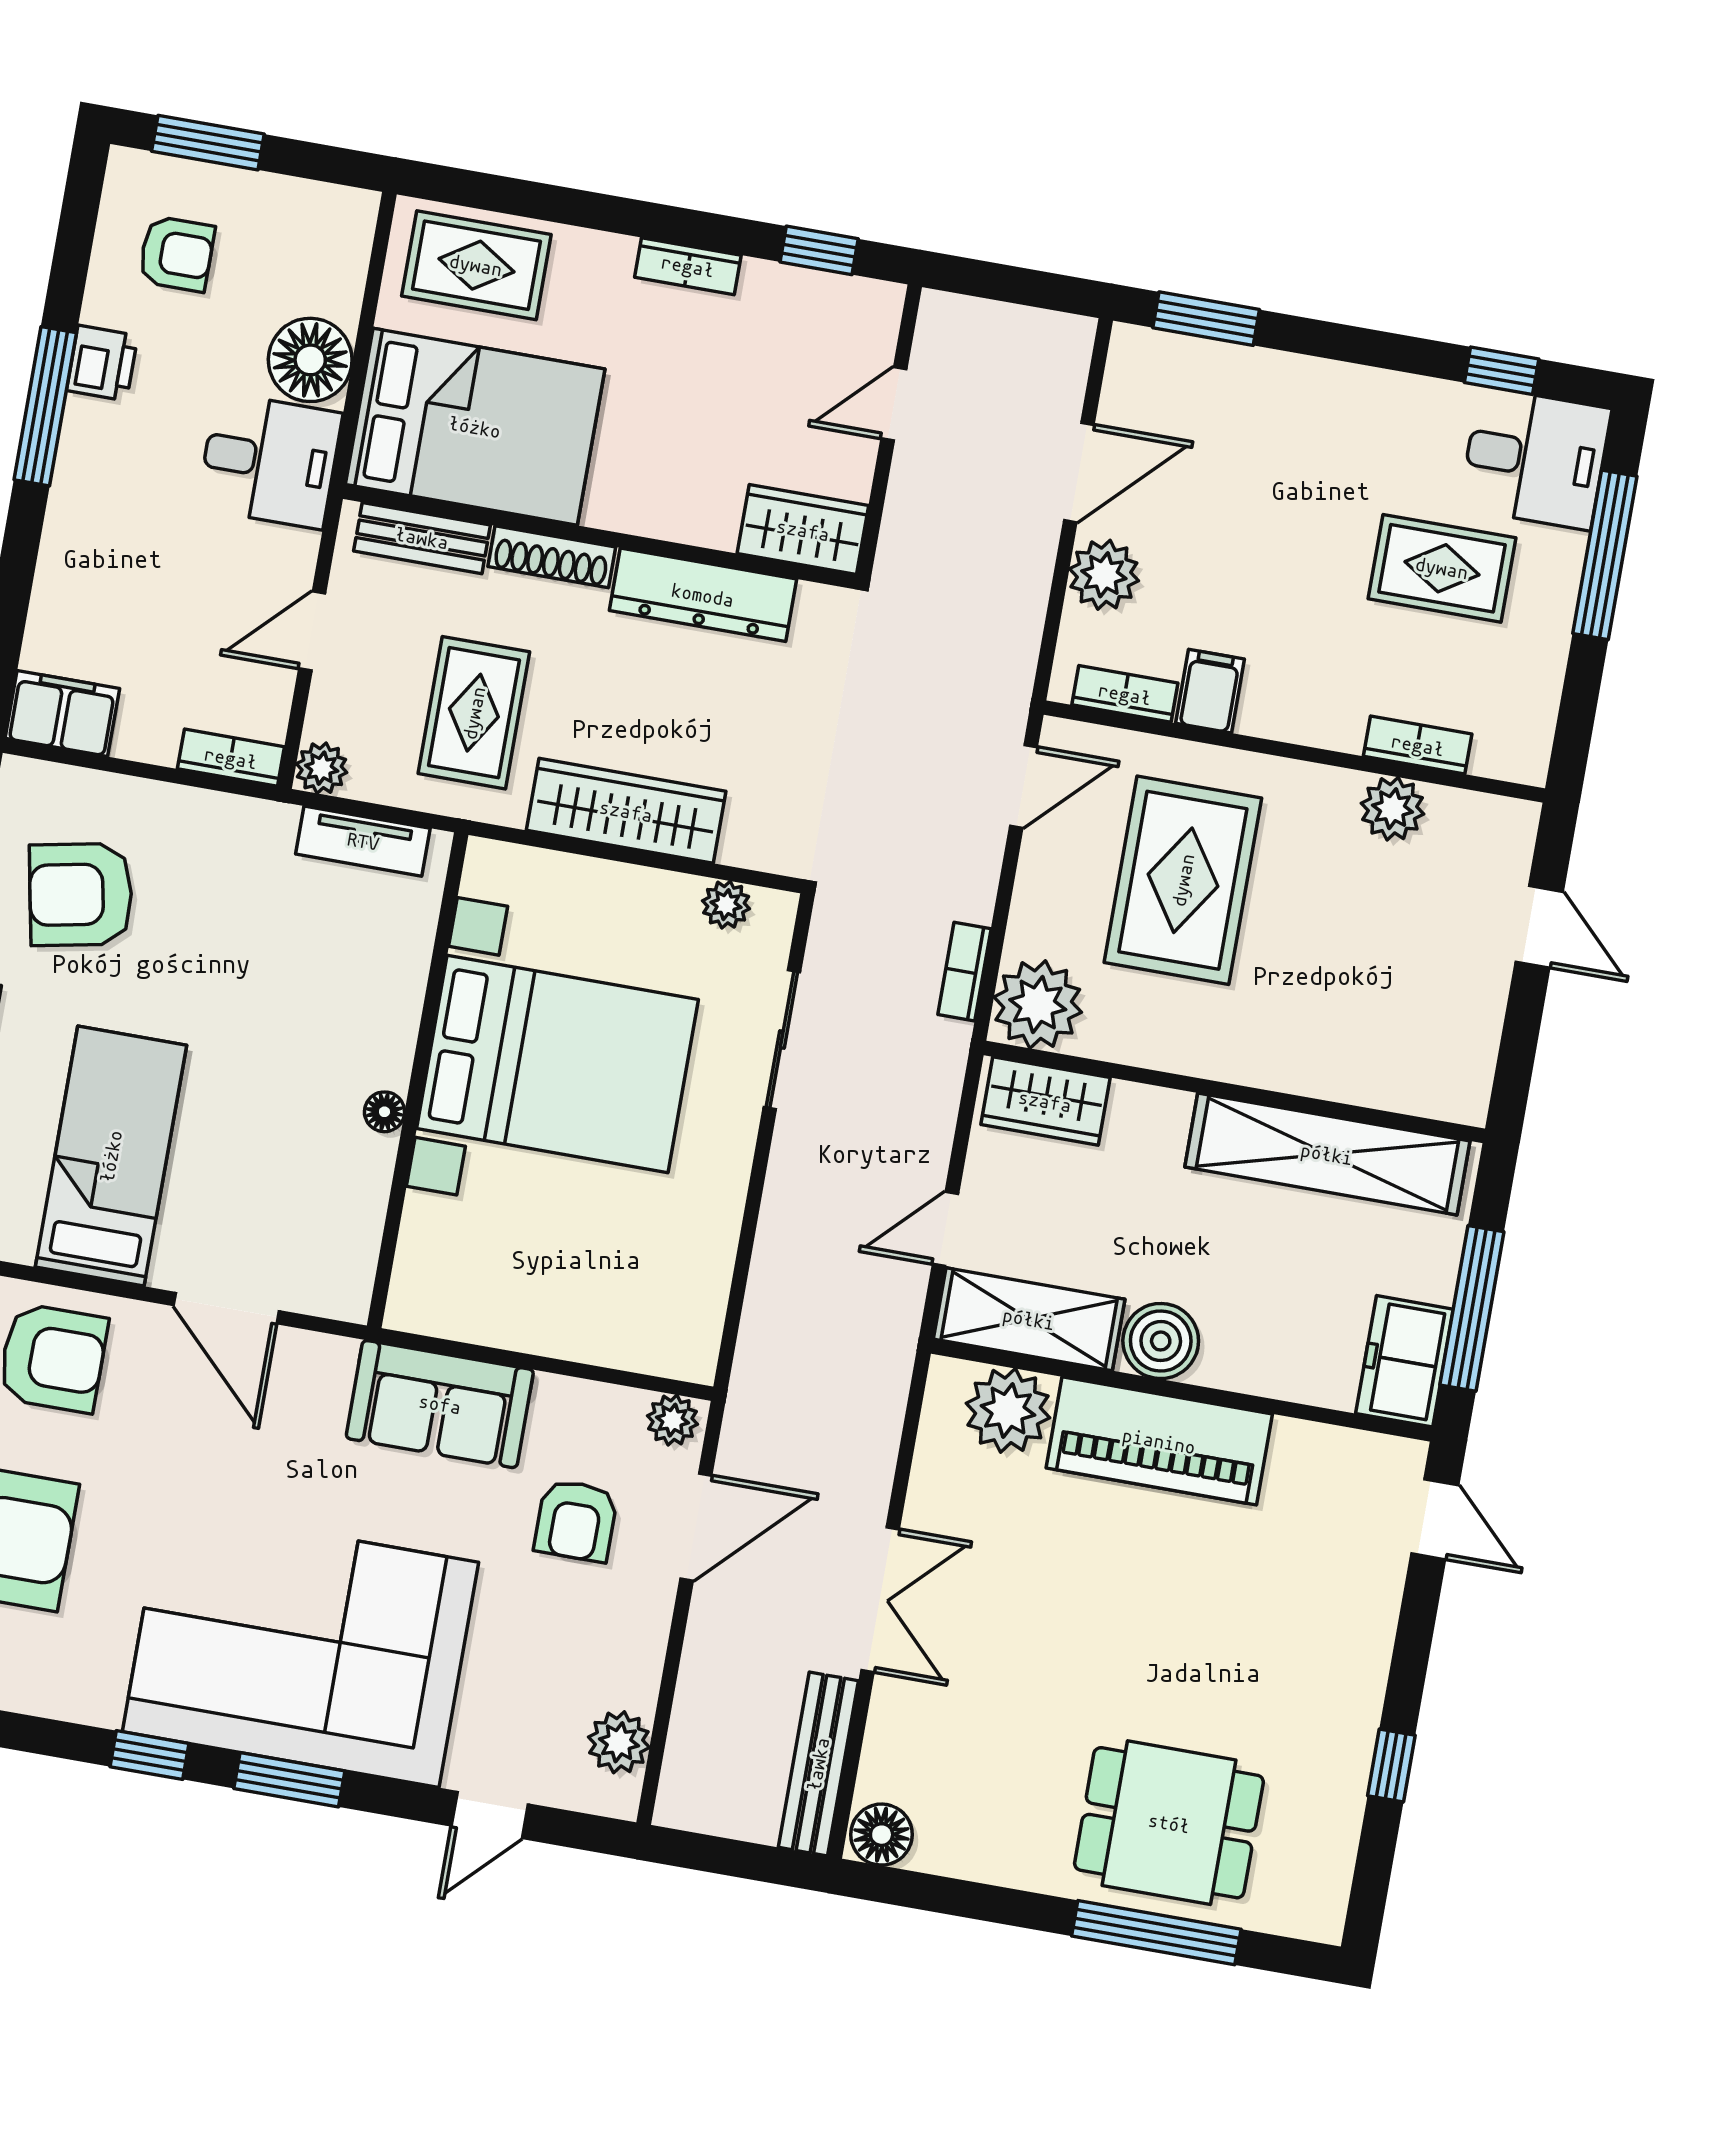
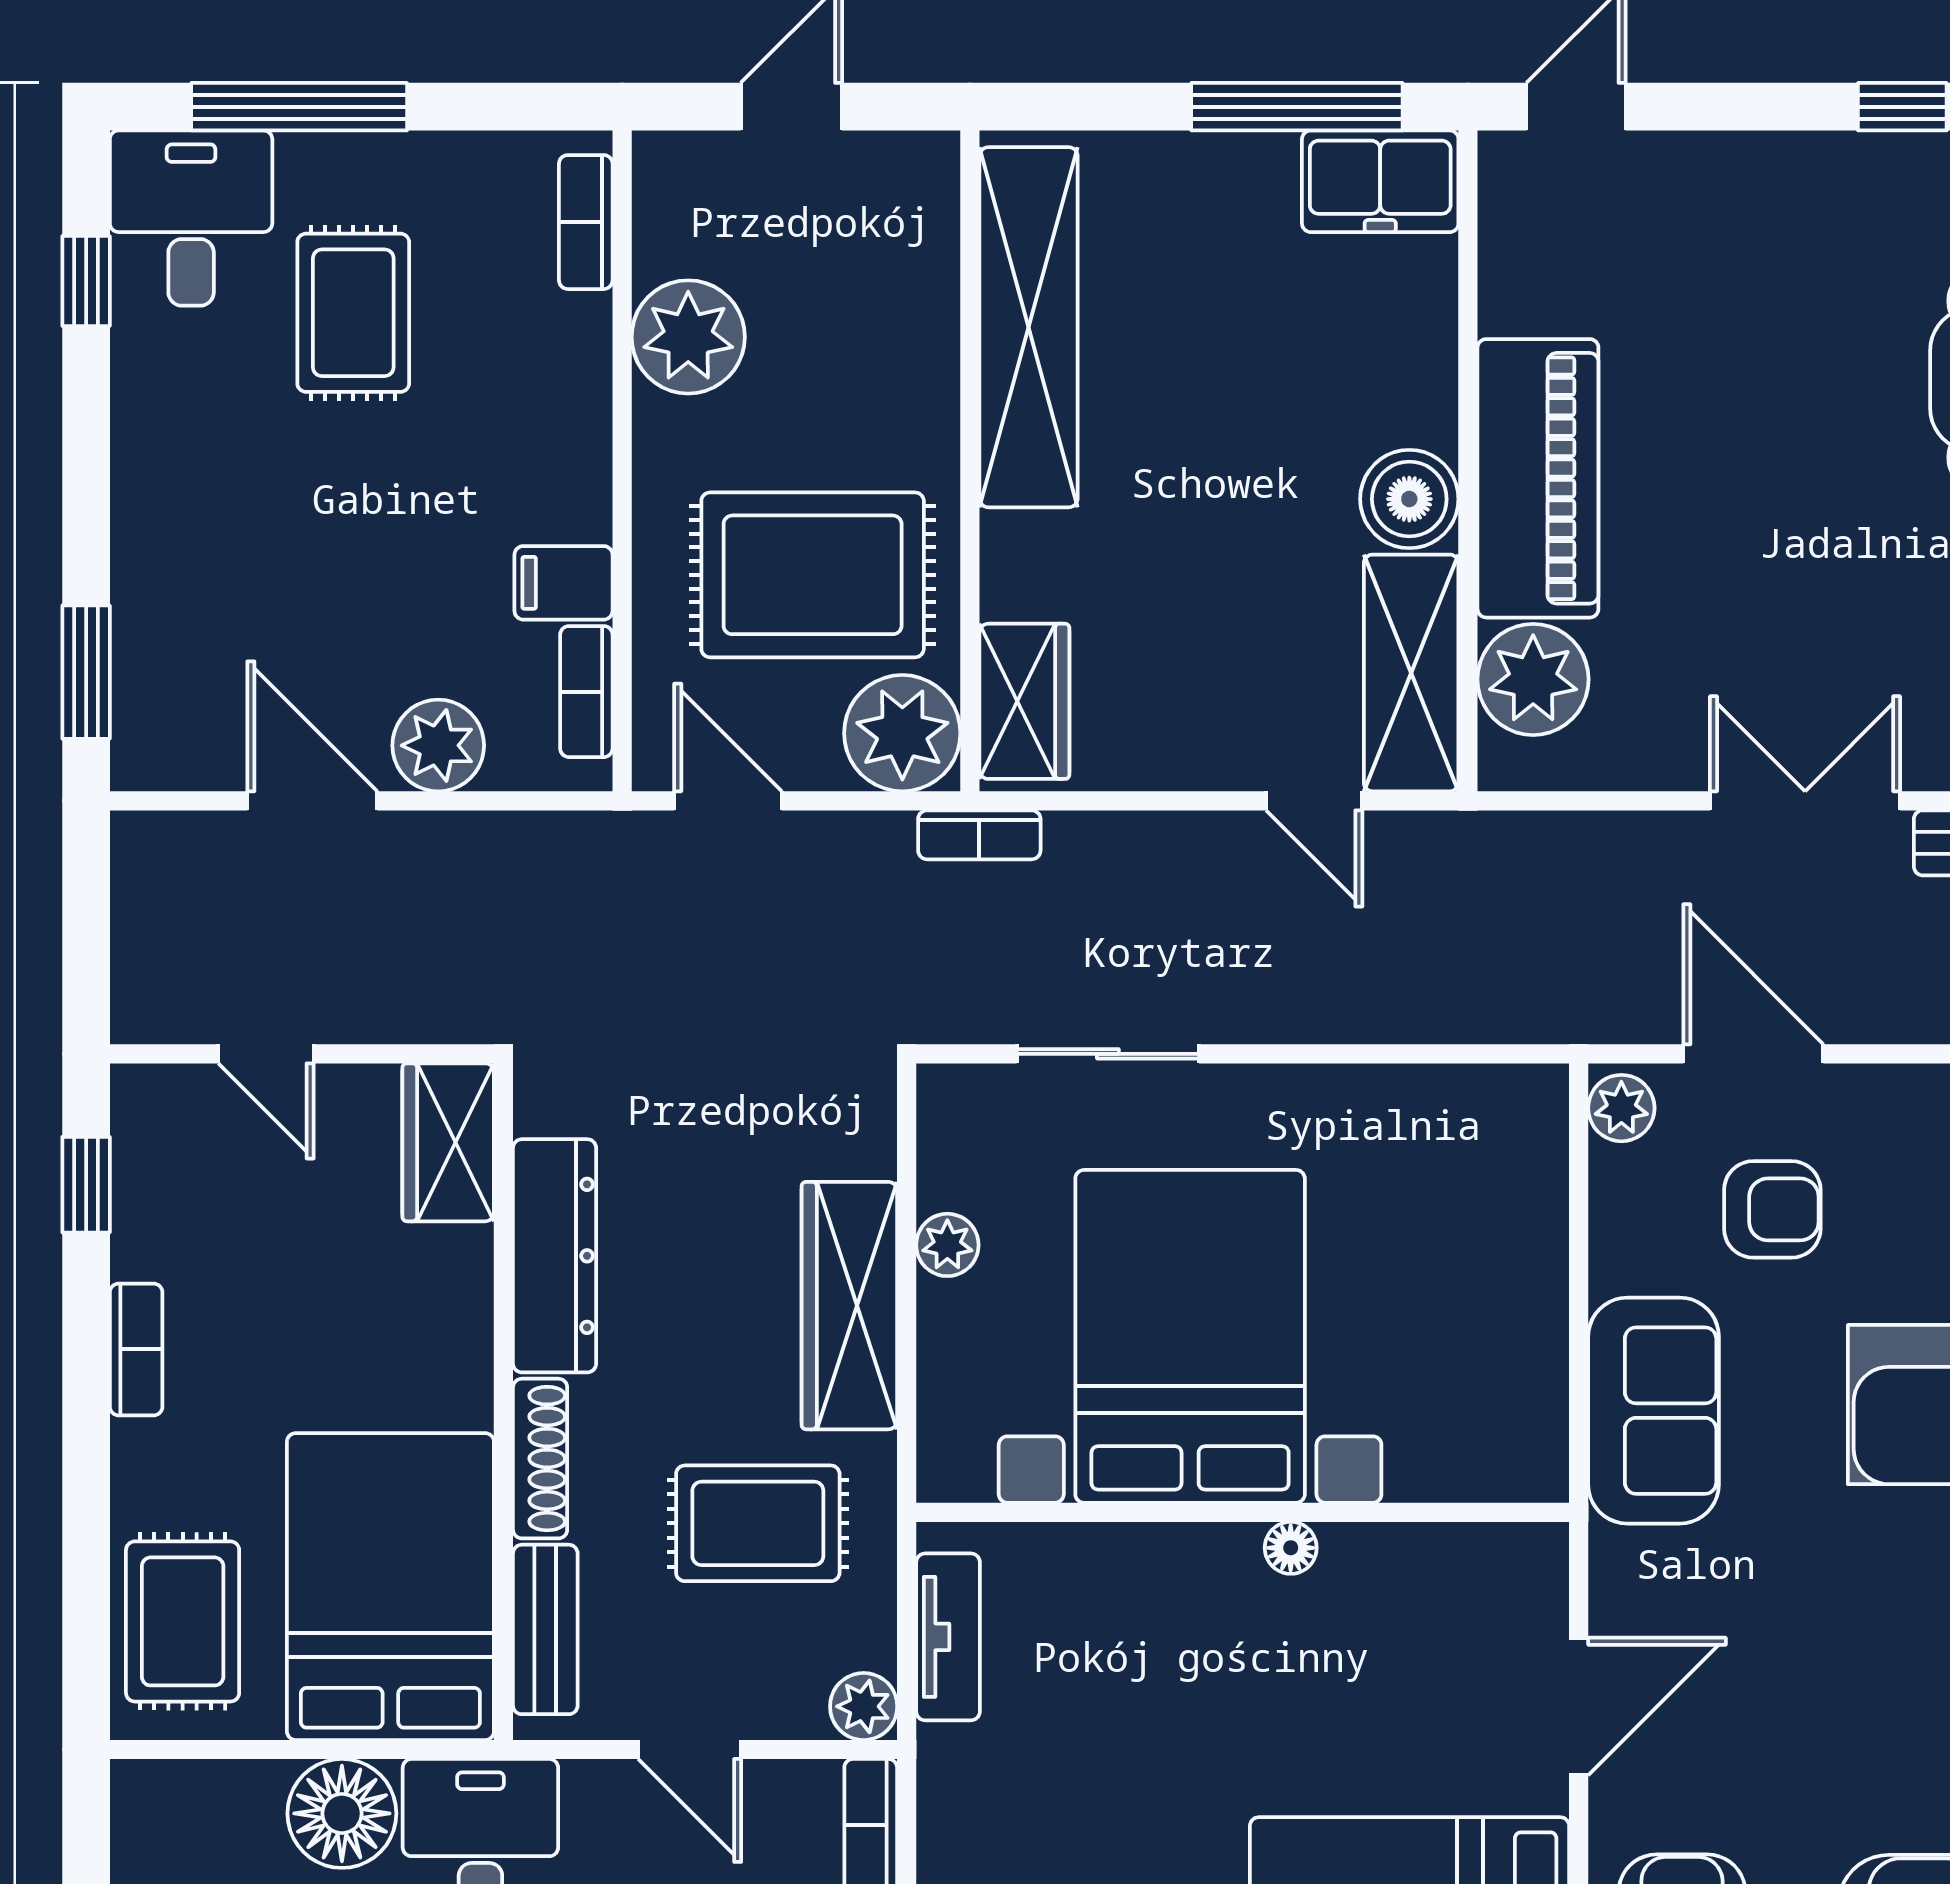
bookcase: (1418, 745) -> (586, 222), moved
plant: (1393, 809) -> (688, 337), width x1.36, depth x1.36
plant: (726, 905) -> (947, 1245), moved
plant: (1038, 1005) -> (902, 733), moved
wall: (1234, 1092) -> (970, 461), moved
wardrobe: (1045, 1101) -> (1024, 701), moved
shelving: (1327, 1154) -> (1029, 327), moved

